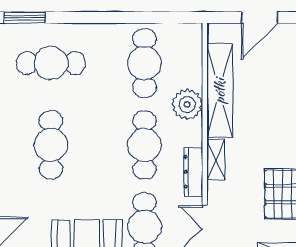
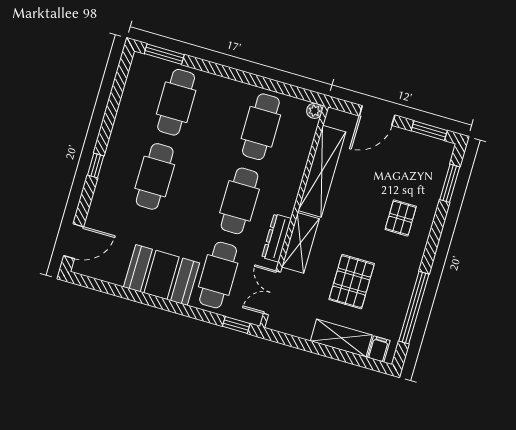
cafe table: (51, 63) -> (176, 102), turned 90
plant: (187, 104) -> (314, 111), moved, width x0.53, depth x0.53
shelving: (216, 160) -> (300, 243), width x1.50, depth x1.33

